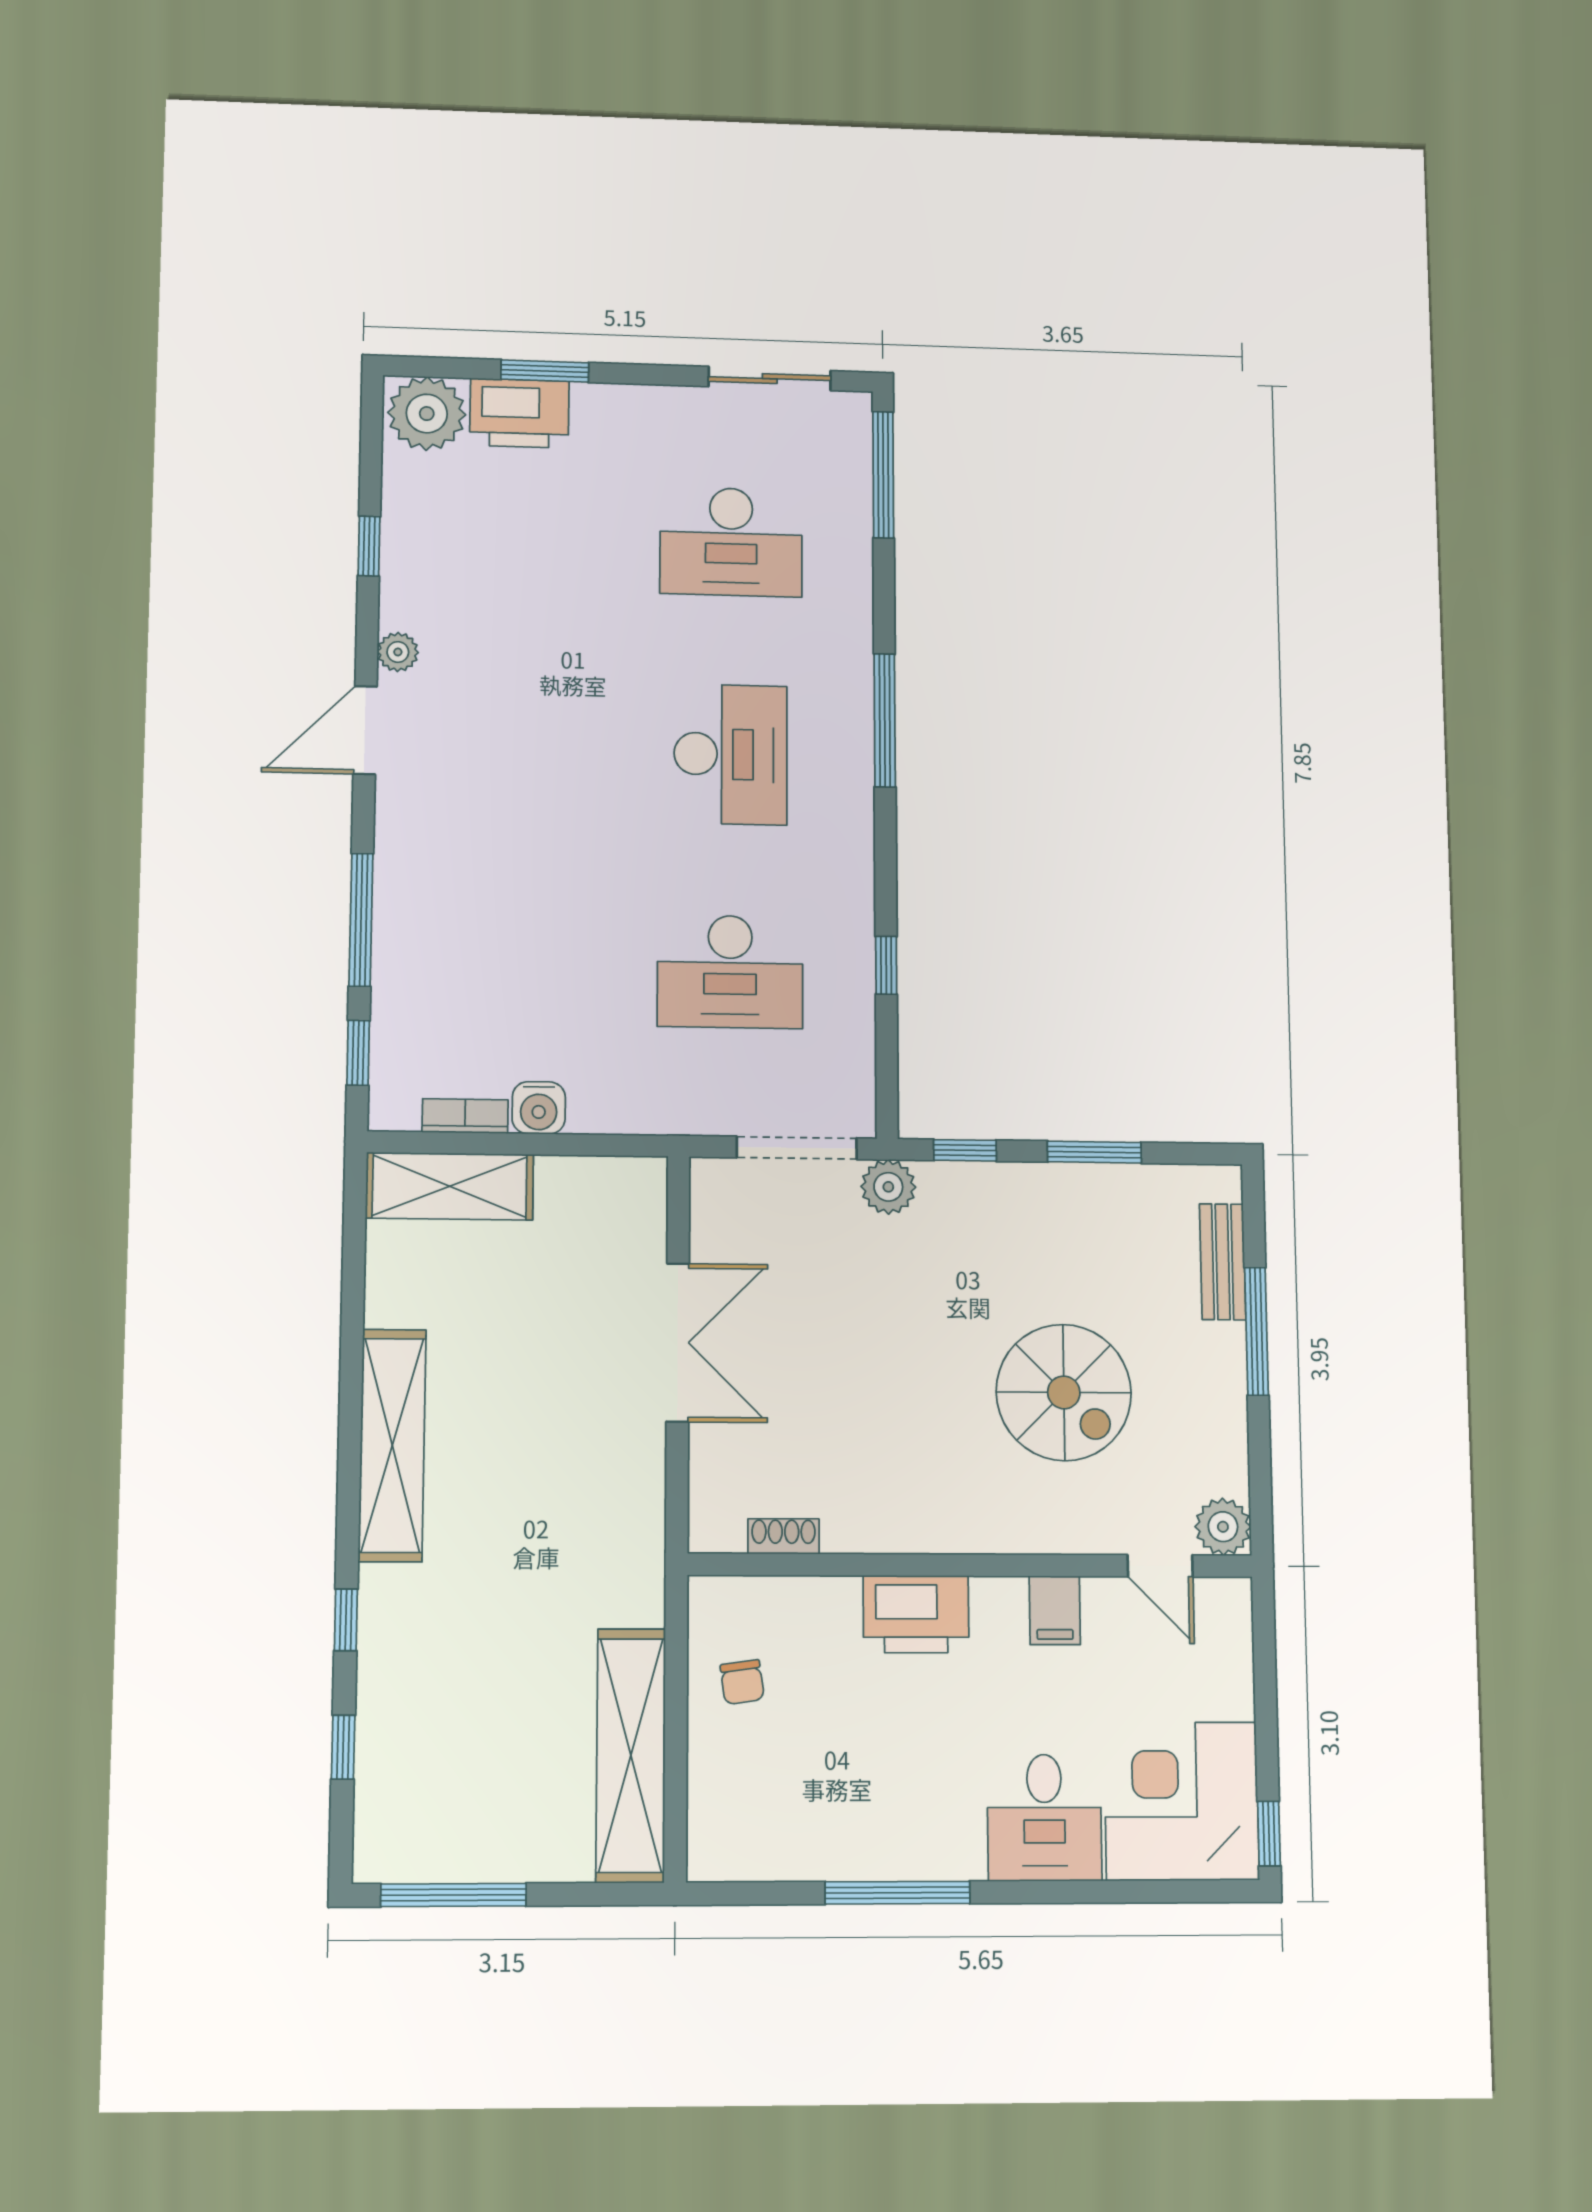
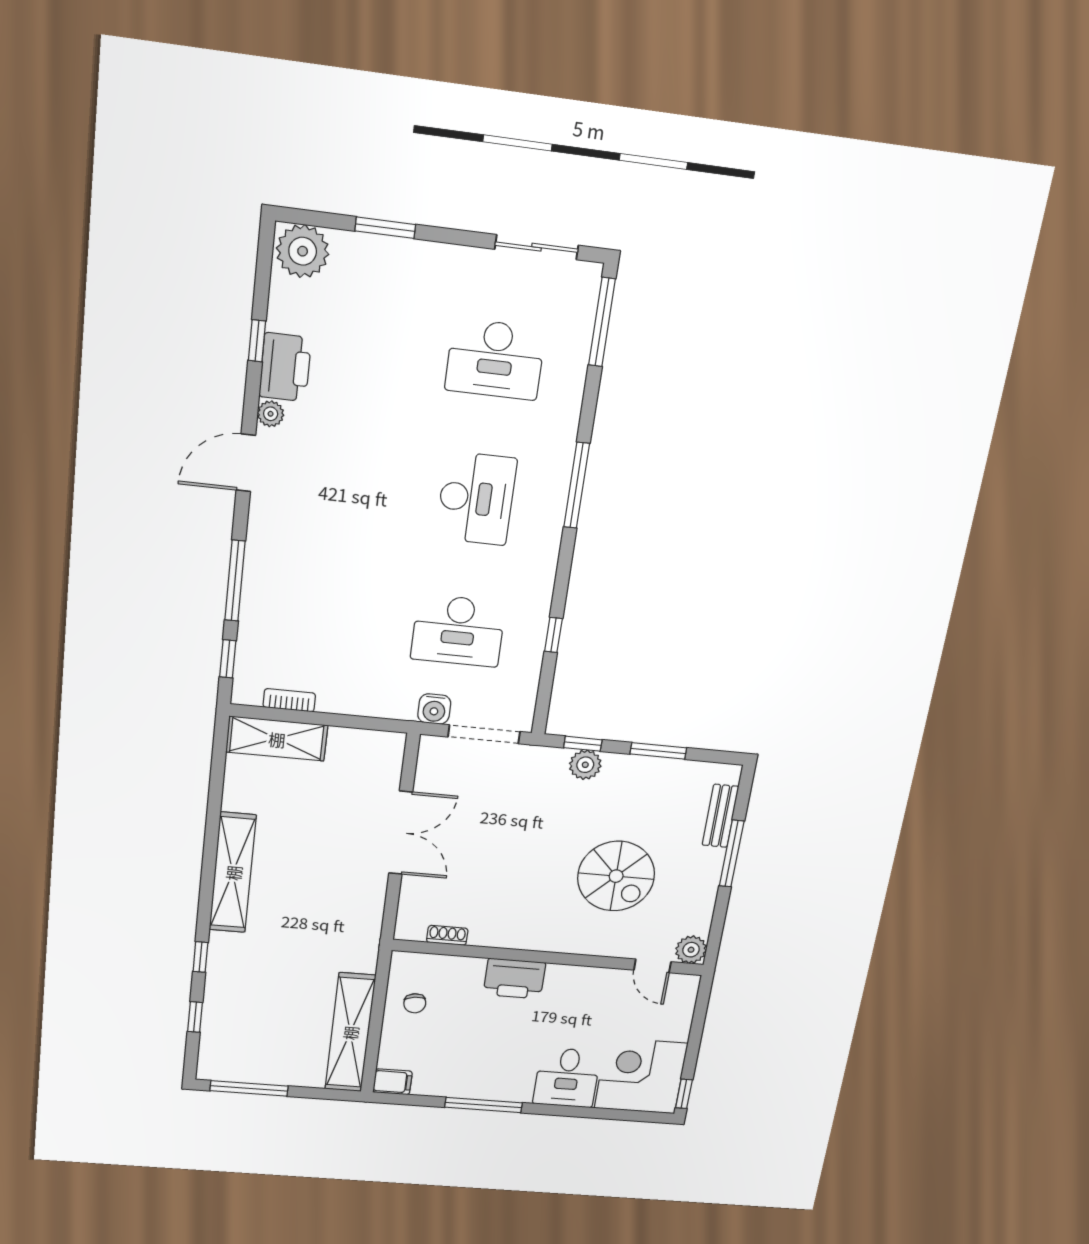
printer: (519, 413) -> (285, 367), moved, turned -90
water cooler: (539, 1108) -> (434, 709), moved
plant: (888, 1187) -> (585, 765), moved
filing cabinet: (1055, 1610) -> (393, 1082), moved, turned -90

